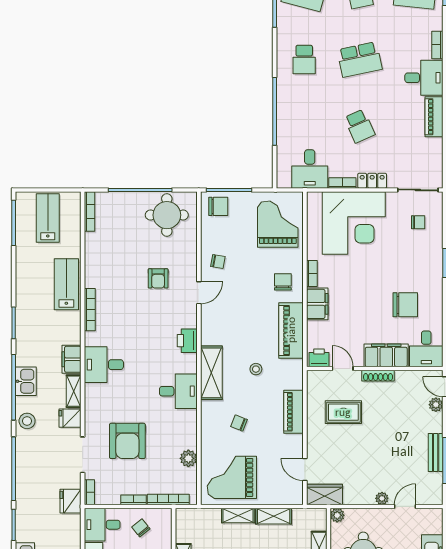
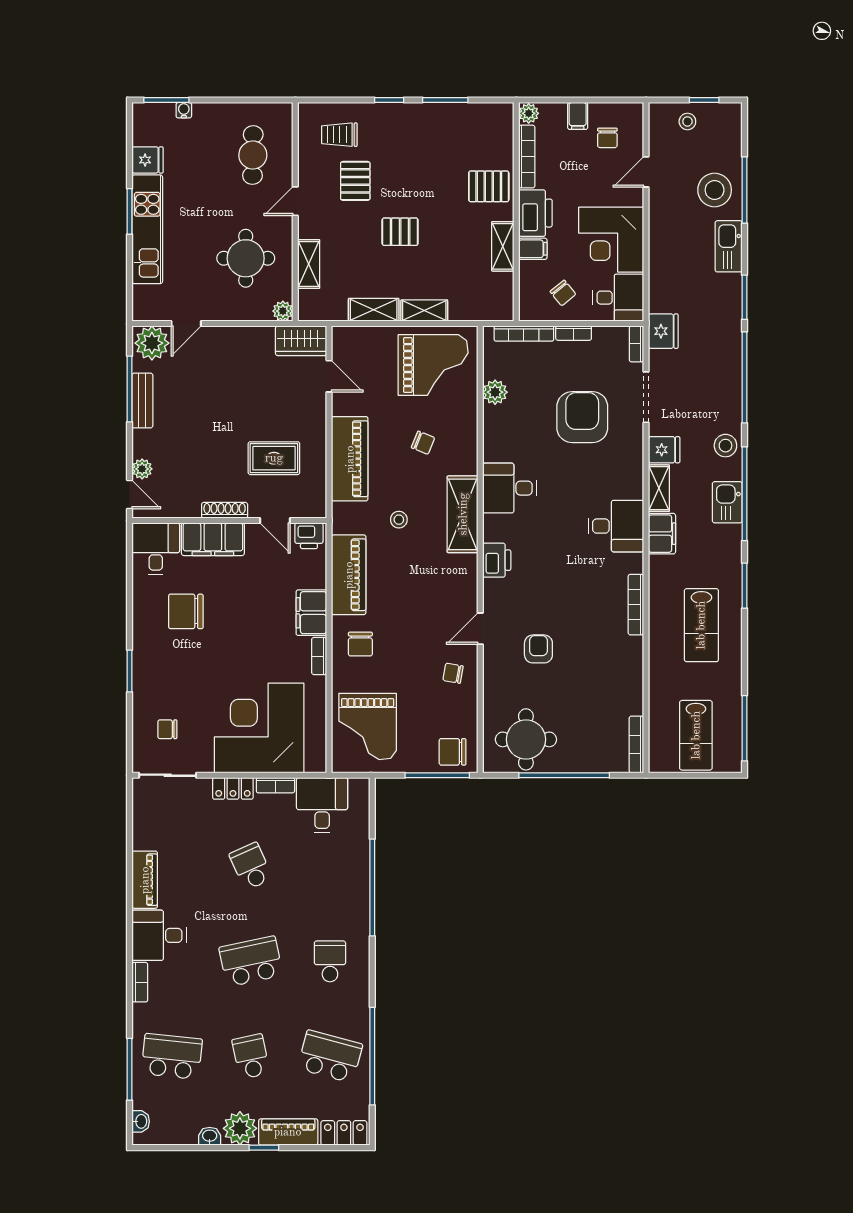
lab bench: (66, 284) -> (701, 625), moved
piano: (294, 412) -> (350, 459), width x1.37, depth x1.33
plant: (382, 498) -> (152, 343), moved, width x1.88, depth x1.88

